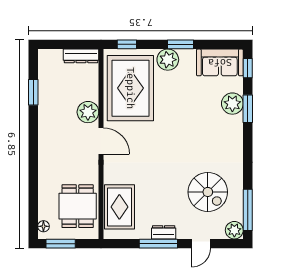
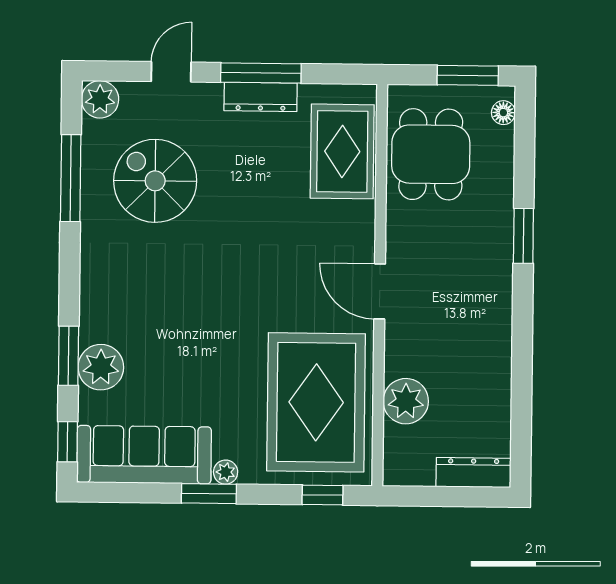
dresser: (81, 56) -> (474, 473), moved
plant: (168, 60) -> (226, 472), width x0.53, depth x0.53
sofa: (220, 62) -> (144, 455), width x1.36
window: (33, 92) -> (523, 236), moved
plant: (88, 112) -> (406, 401), moved
window: (248, 210) -> (71, 178), moved
dresser: (164, 232) -> (261, 97), width x1.44

